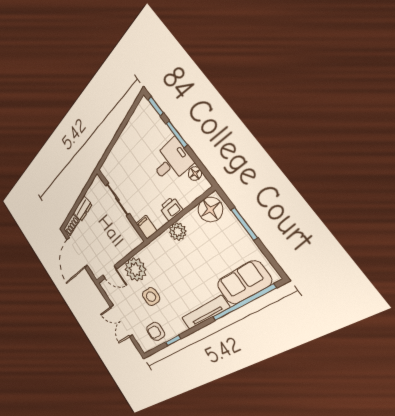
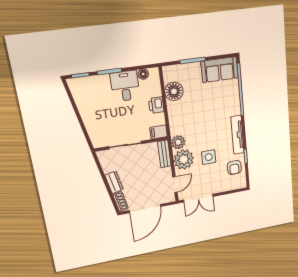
floor lamp: (210, 210) -> (174, 91), moved
plant: (178, 232) -> (178, 142), moved
bench: (130, 245) -> (164, 154), added
door: (77, 252) -> (145, 209), hinge flipped
sofa: (244, 283) -> (220, 70), moved, turned -90
tv unit: (205, 313) -> (237, 135), moved
double door: (121, 321) -> (198, 198), moved

